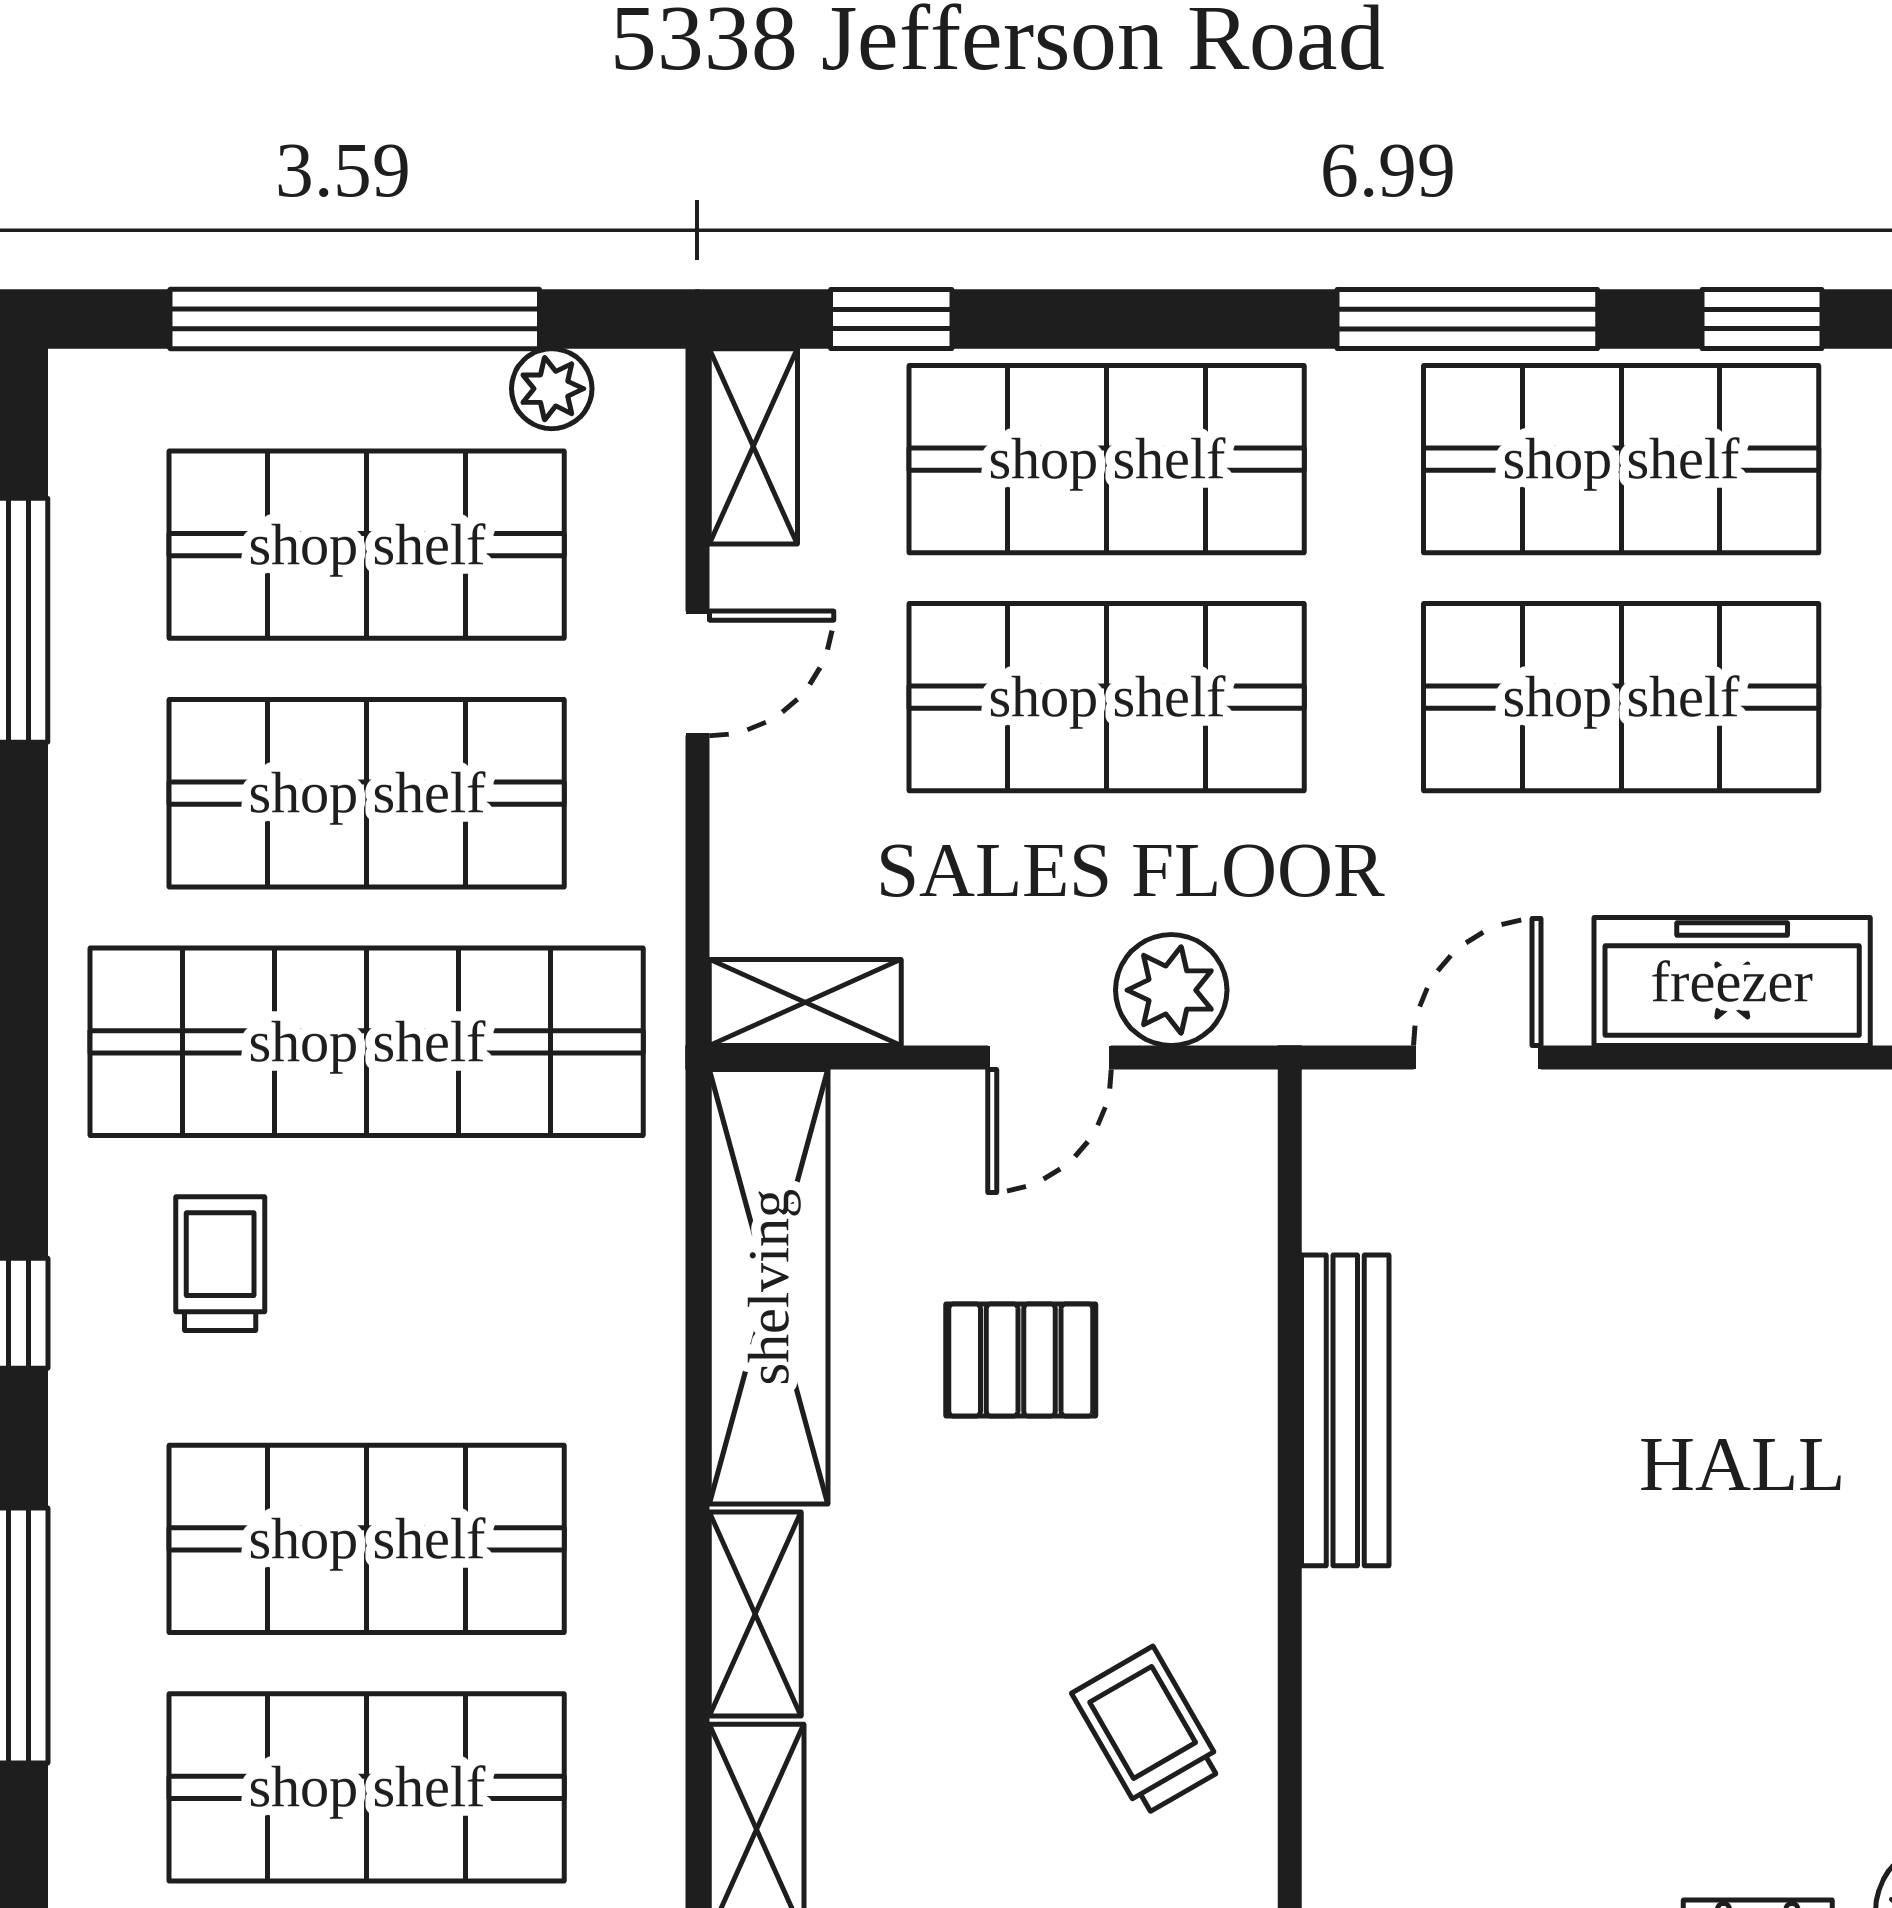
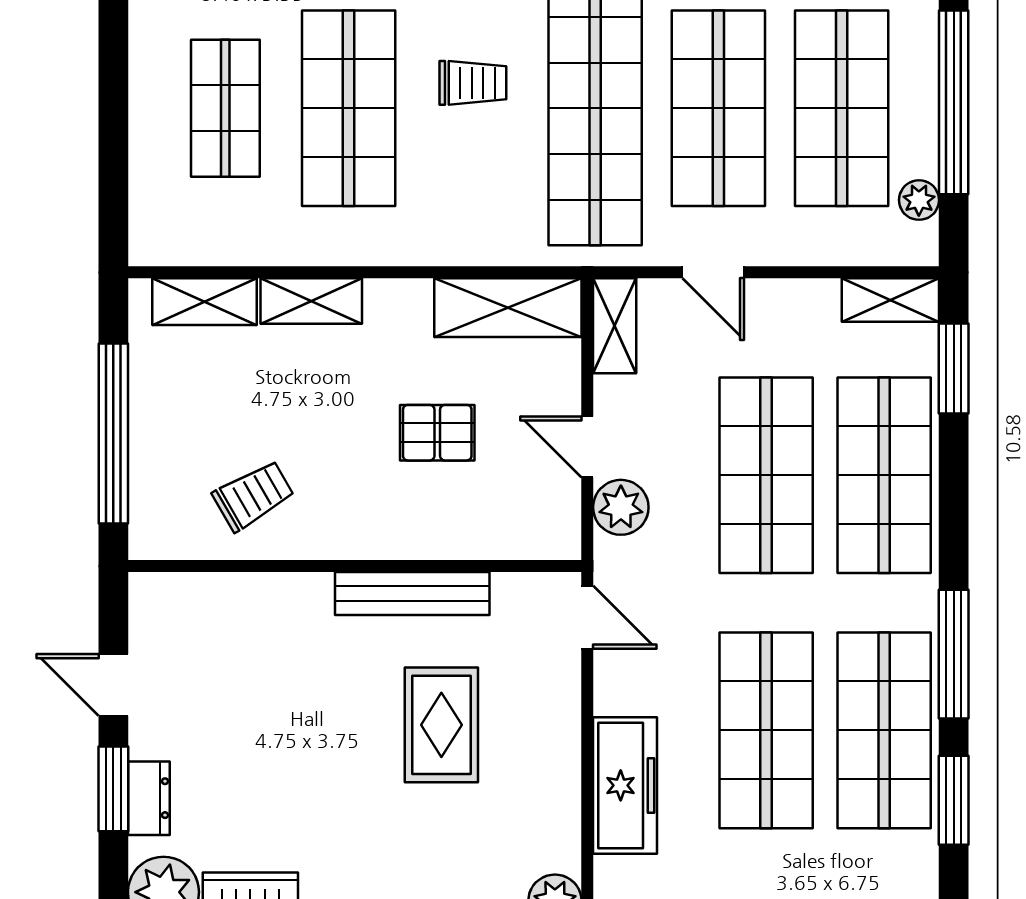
window: (891, 319) -> (954, 368), width x1.50
window: (1762, 319) -> (954, 800), width x1.50
door: (697, 673) -> (713, 272), moved
door: (1477, 1057) -> (587, 617), moved
trolley: (220, 1264) -> (473, 83), moved
shelving: (769, 1287) -> (508, 308), width x0.68
rug: (1610, 1352) -> (441, 725), added
pallet: (1021, 1360) -> (437, 433), turned 90
shop shelf: (367, 1787) -> (225, 108), width x0.70, depth x0.74

